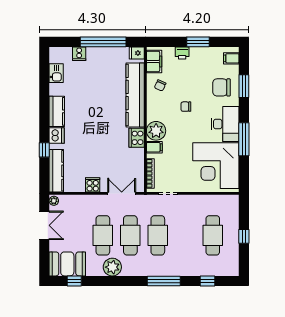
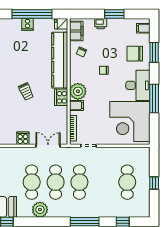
cooker: (79, 54) -> (28, 24), moved
trolley: (96, 131) -> (26, 91), added

